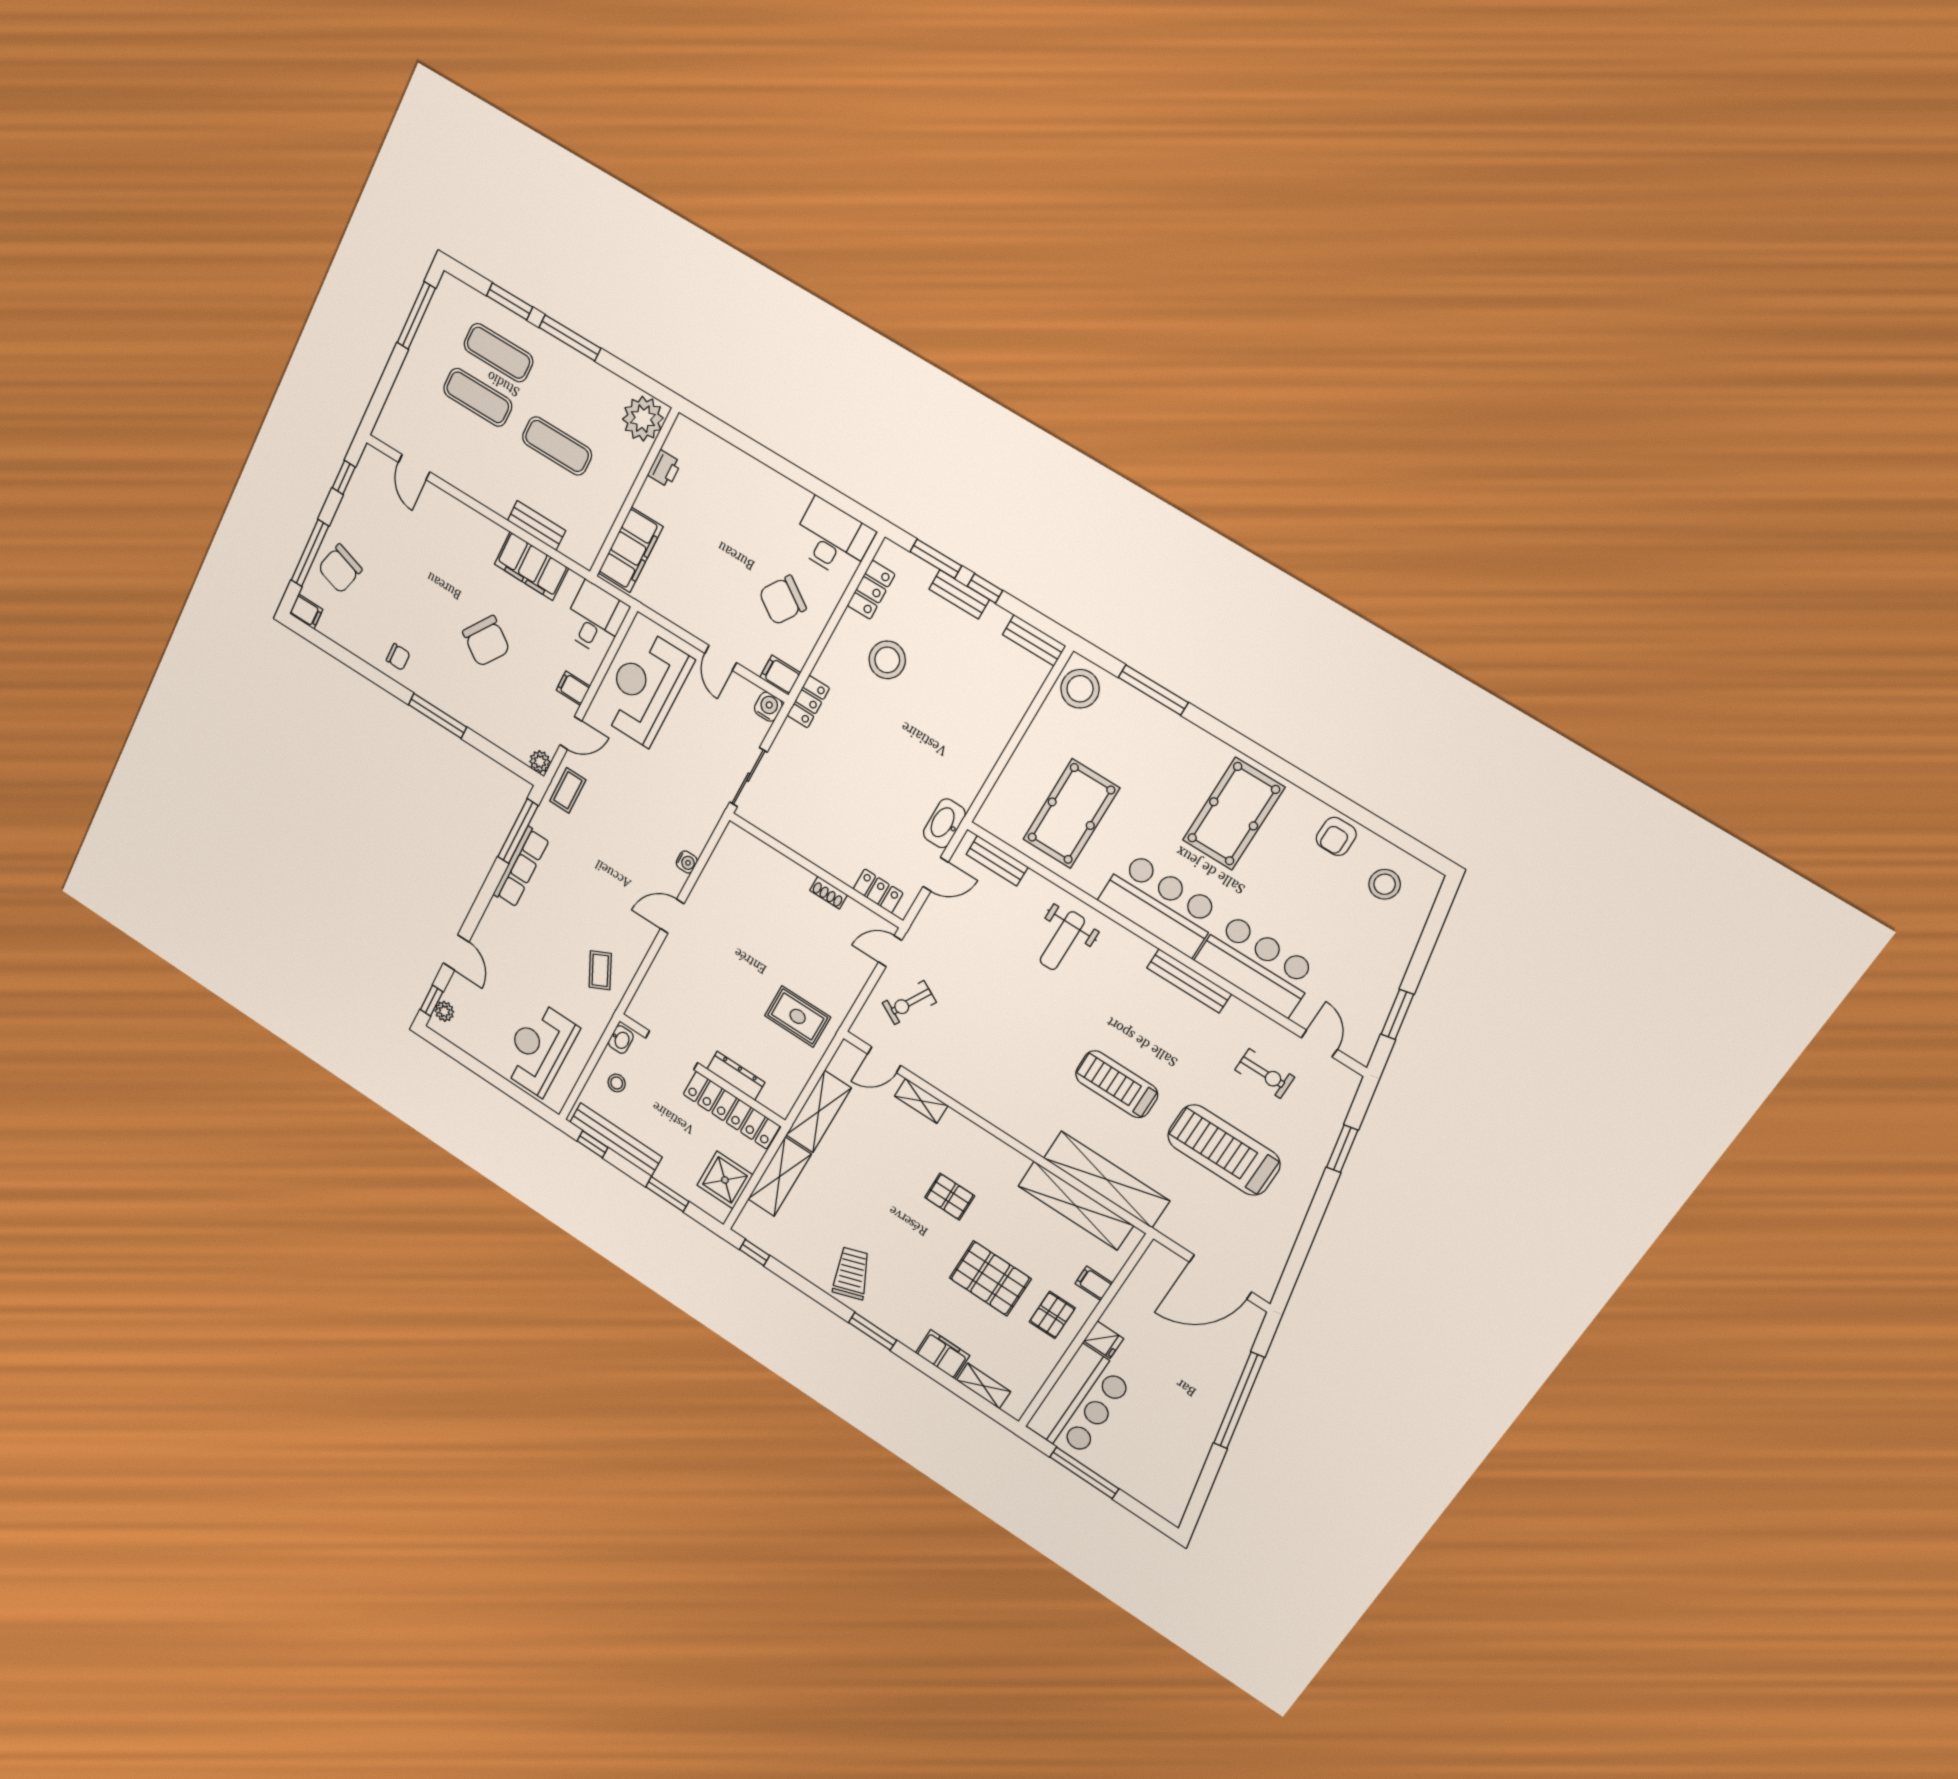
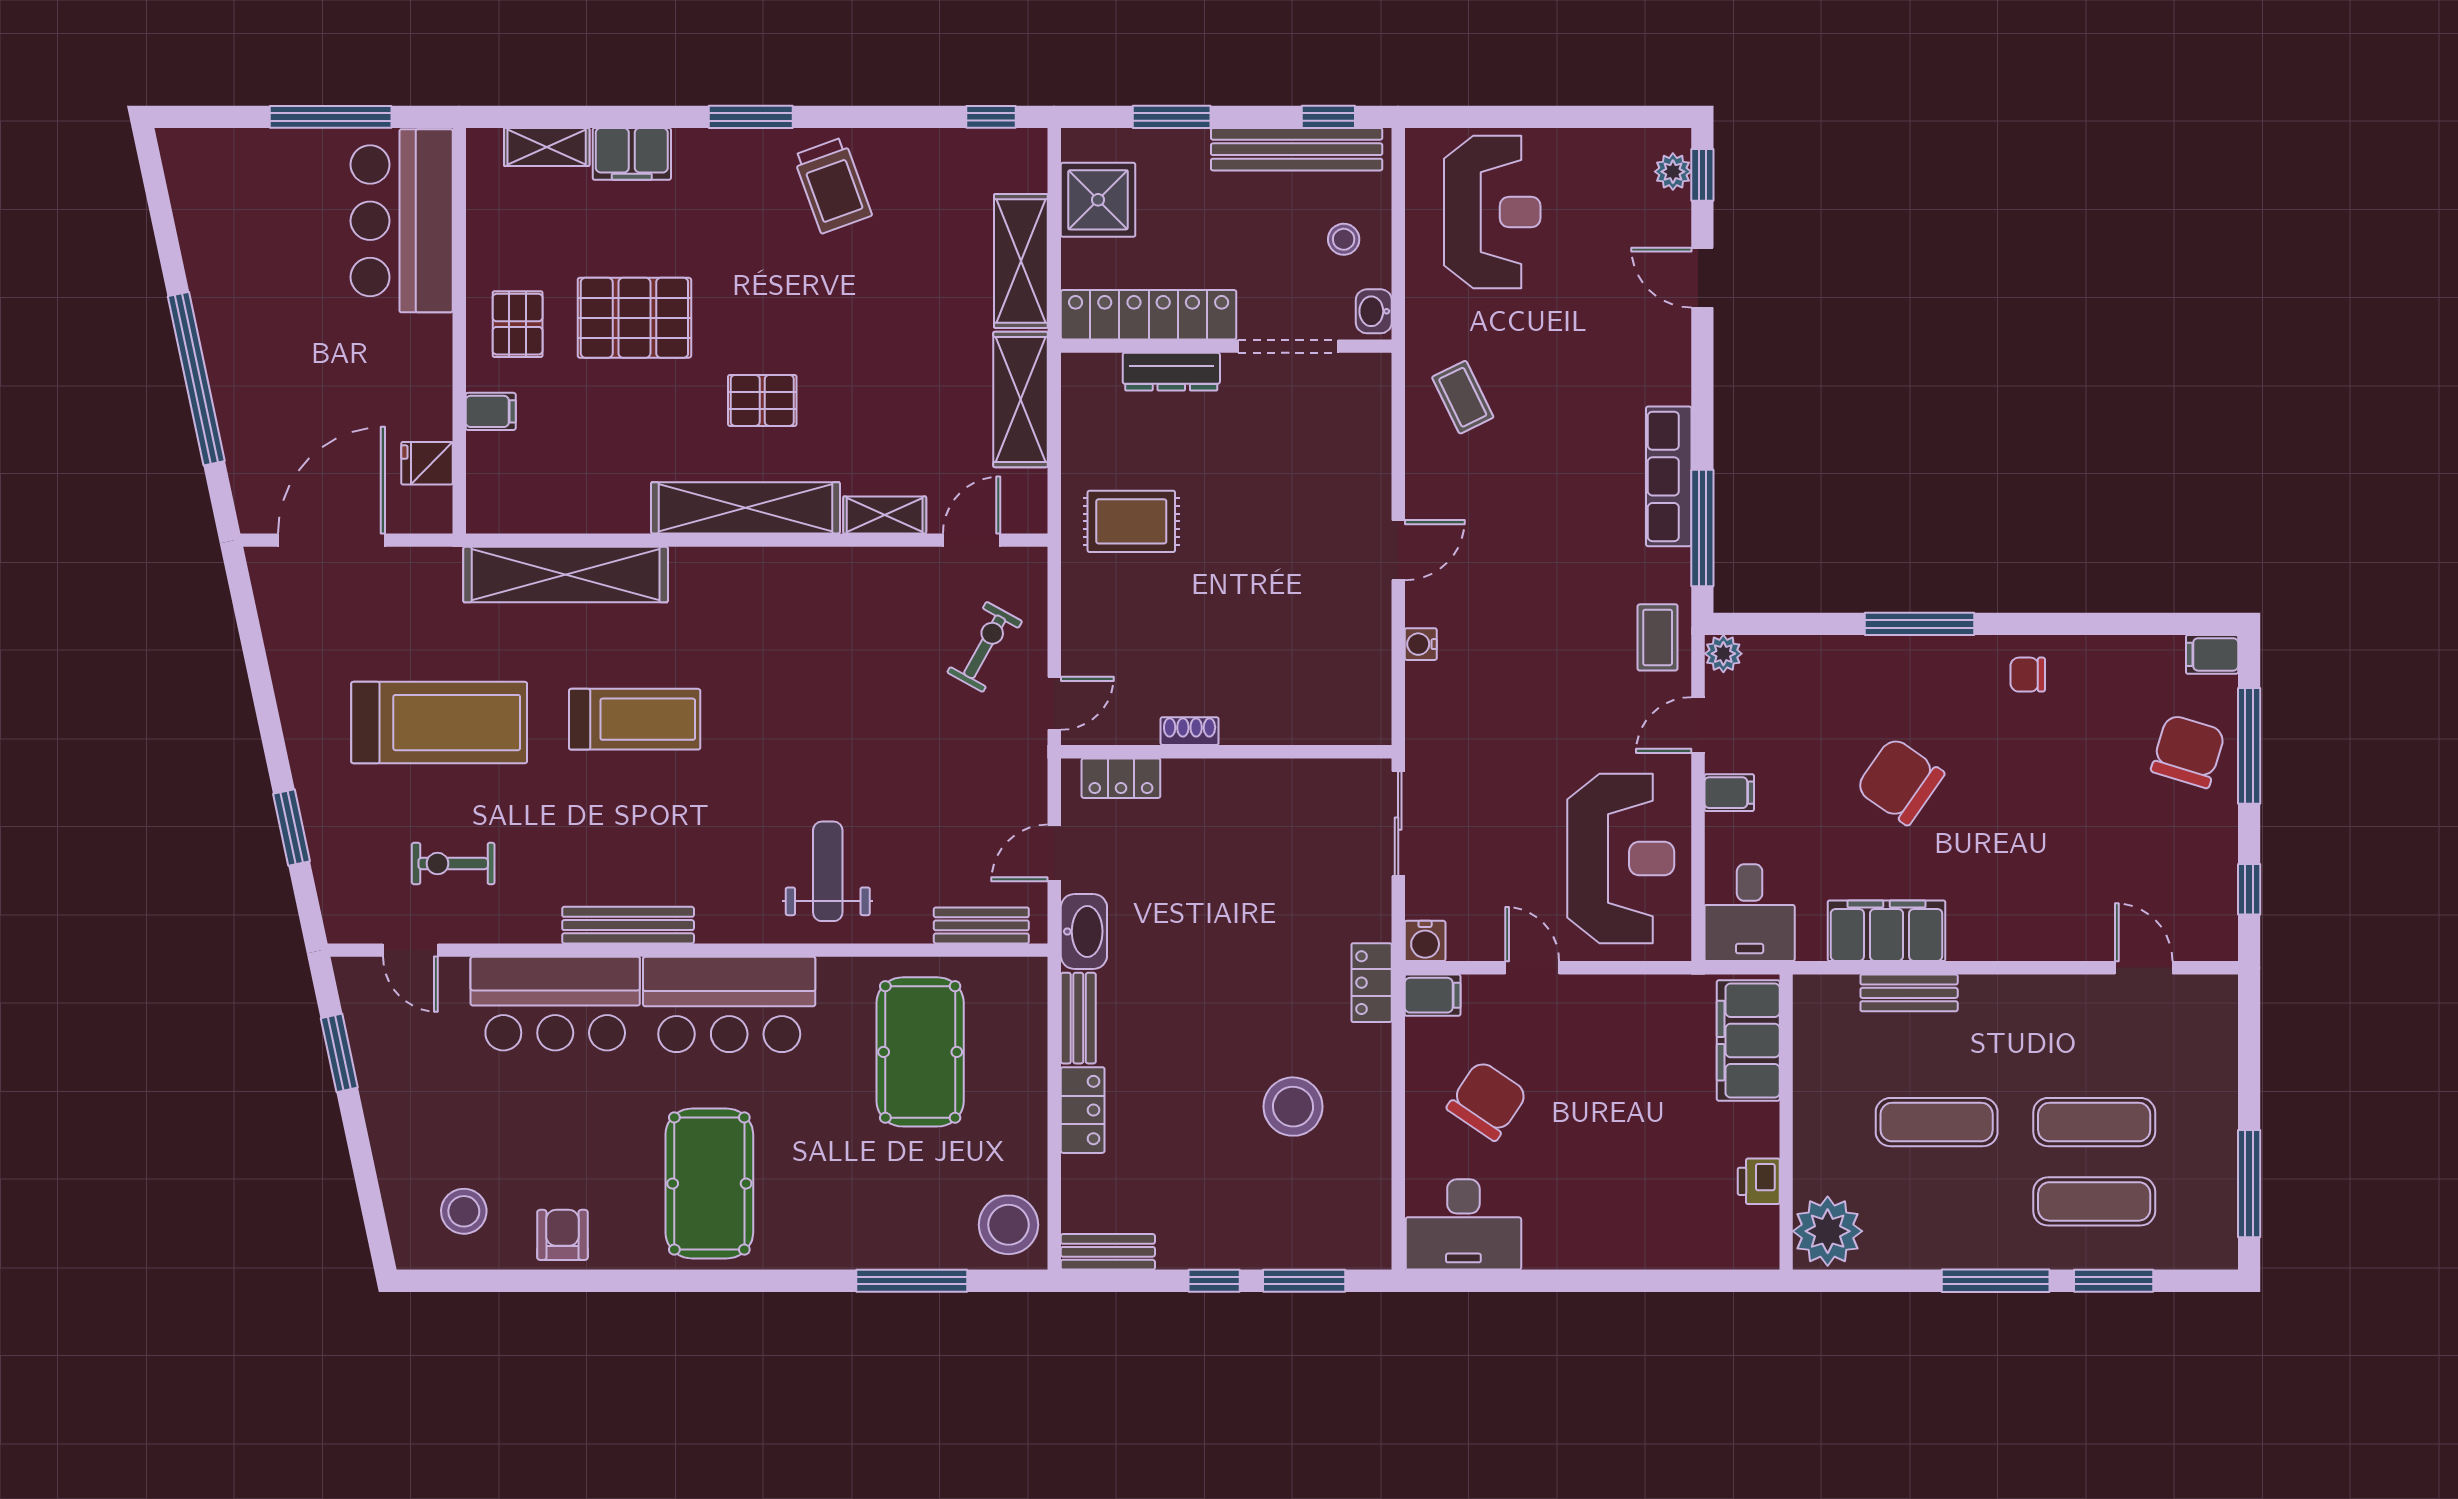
locker: (871, 590) -> (1083, 1110), moved, turned 180
bench: (959, 594) -> (1078, 1018), moved, turned 90
shelving: (1076, 1206) -> (745, 508), moved
fridge: (1104, 1340) -> (427, 463), moved

